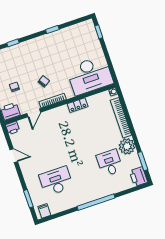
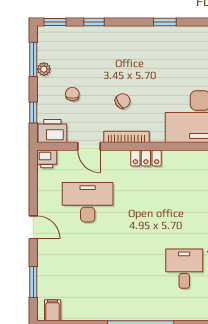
locker: (78, 105) -> (146, 158), moved
door: (34, 113) -> (89, 146), hinge flipped
door: (14, 156) -> (33, 227), moved
desk: (56, 181) -> (88, 202), moved

